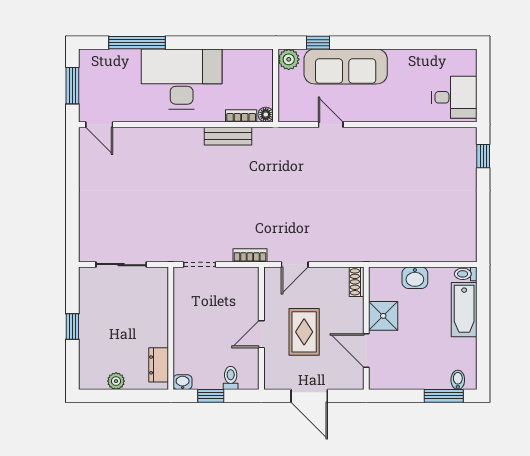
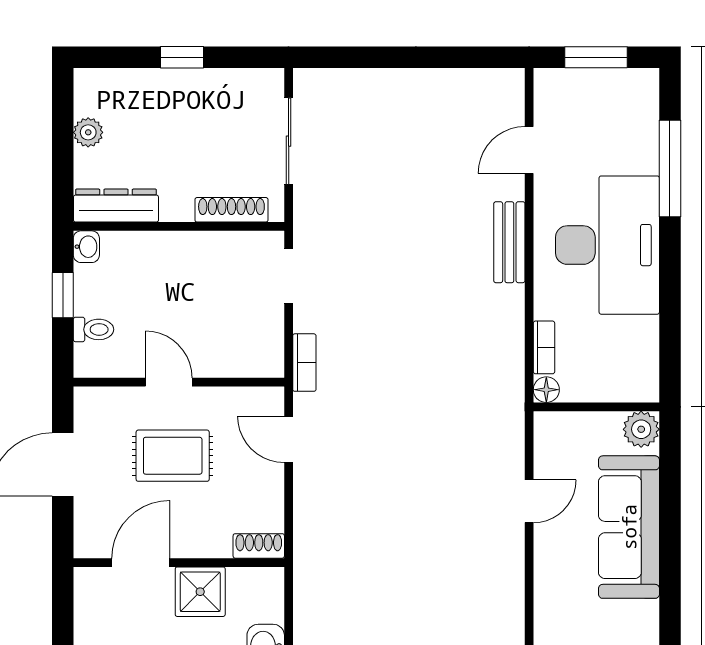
window: (318, 43) -> (670, 480), removed
door: (99, 125) -> (529, 150), moved
bench: (228, 136) -> (509, 242), moved
shoe rack: (161, 298) -> (231, 210), added
dresser: (159, 365) -> (116, 206), width x1.44

